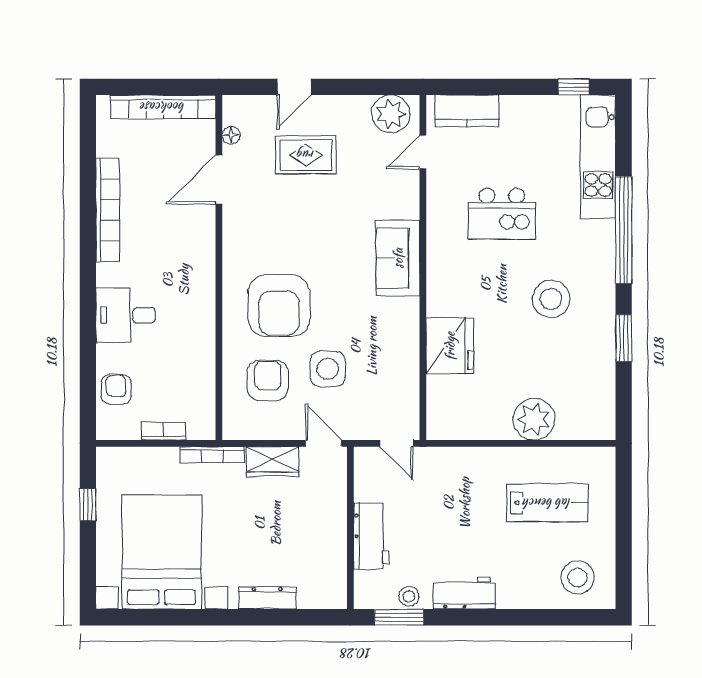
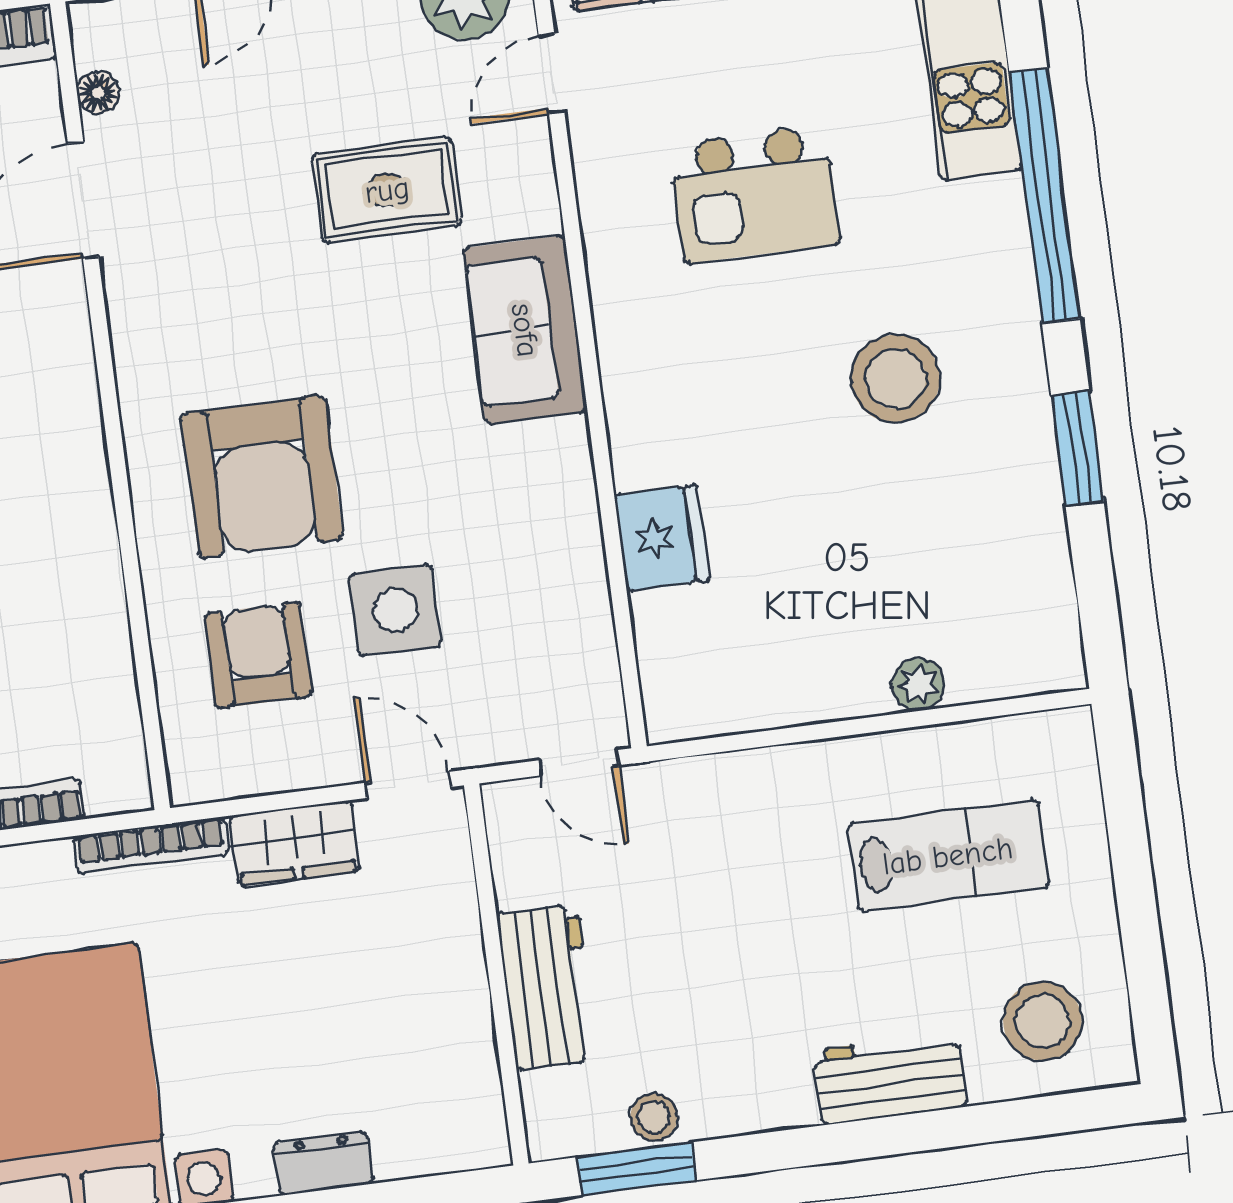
rug: (306, 155) -> (387, 190), moved
fridge: (450, 346) -> (662, 538), width x0.73, depth x0.75
plant: (534, 419) -> (918, 685), width x0.53, depth x0.53
workbench: (464, 593) -> (890, 1078), moved
dresser: (267, 598) -> (323, 1163), width x0.70

